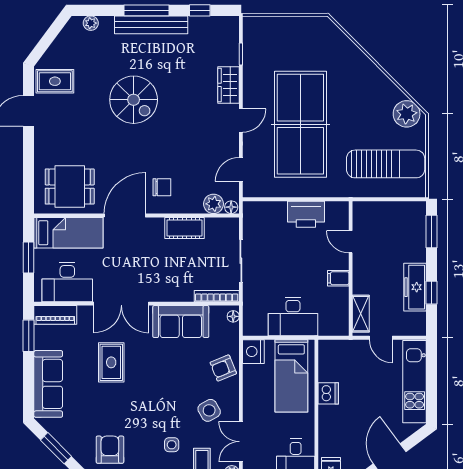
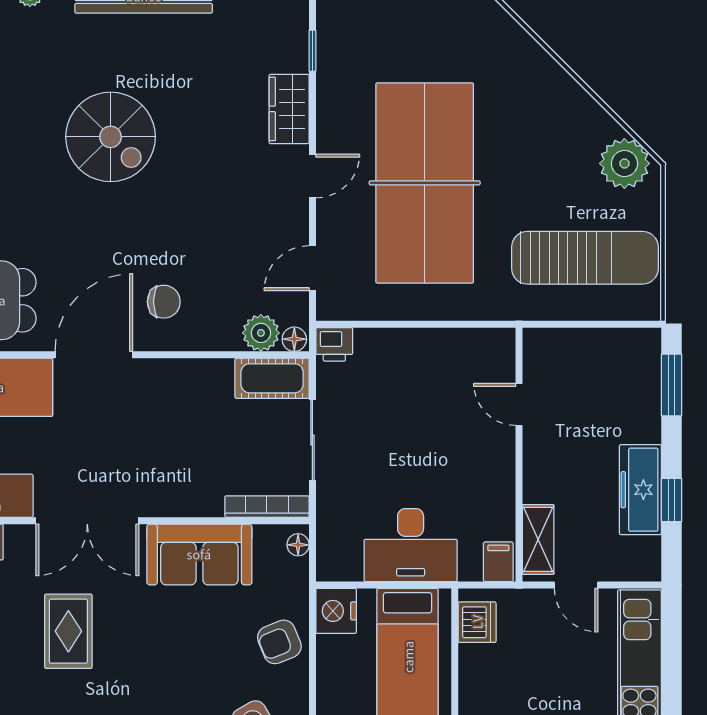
printer: (306, 214) -> (334, 344), moved, width x0.53, depth x0.68
cot: (184, 228) -> (272, 378), moved
filing cabinet: (338, 278) -> (498, 562), moved, turned 90
dishwasher: (328, 393) -> (477, 622), moved

